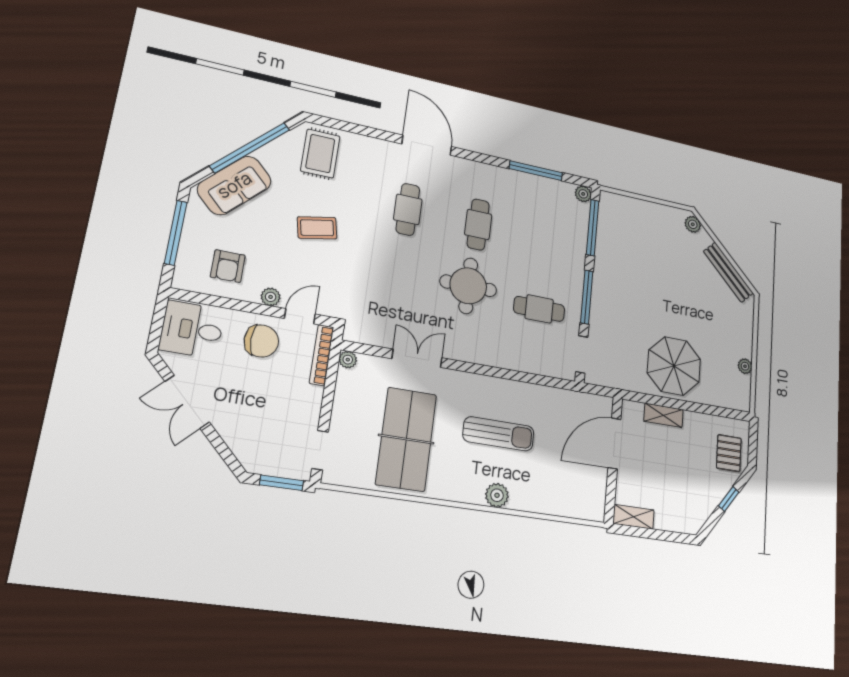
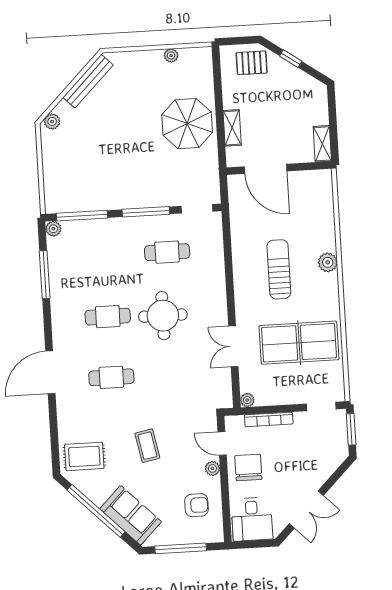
cafe table: (539, 309) -> (167, 252), turned 90
bookcase: (322, 355) -> (269, 419), moved

